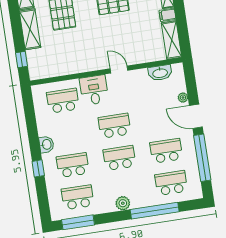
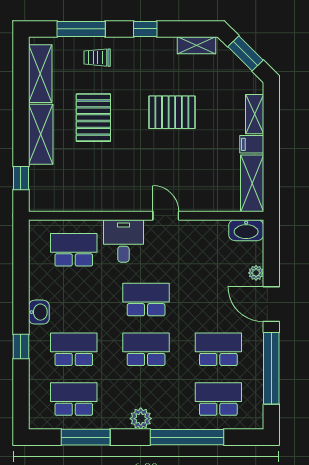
washbasin: (160, 73) -> (246, 230), moved
window: (78, 222) -> (86, 437), moved

